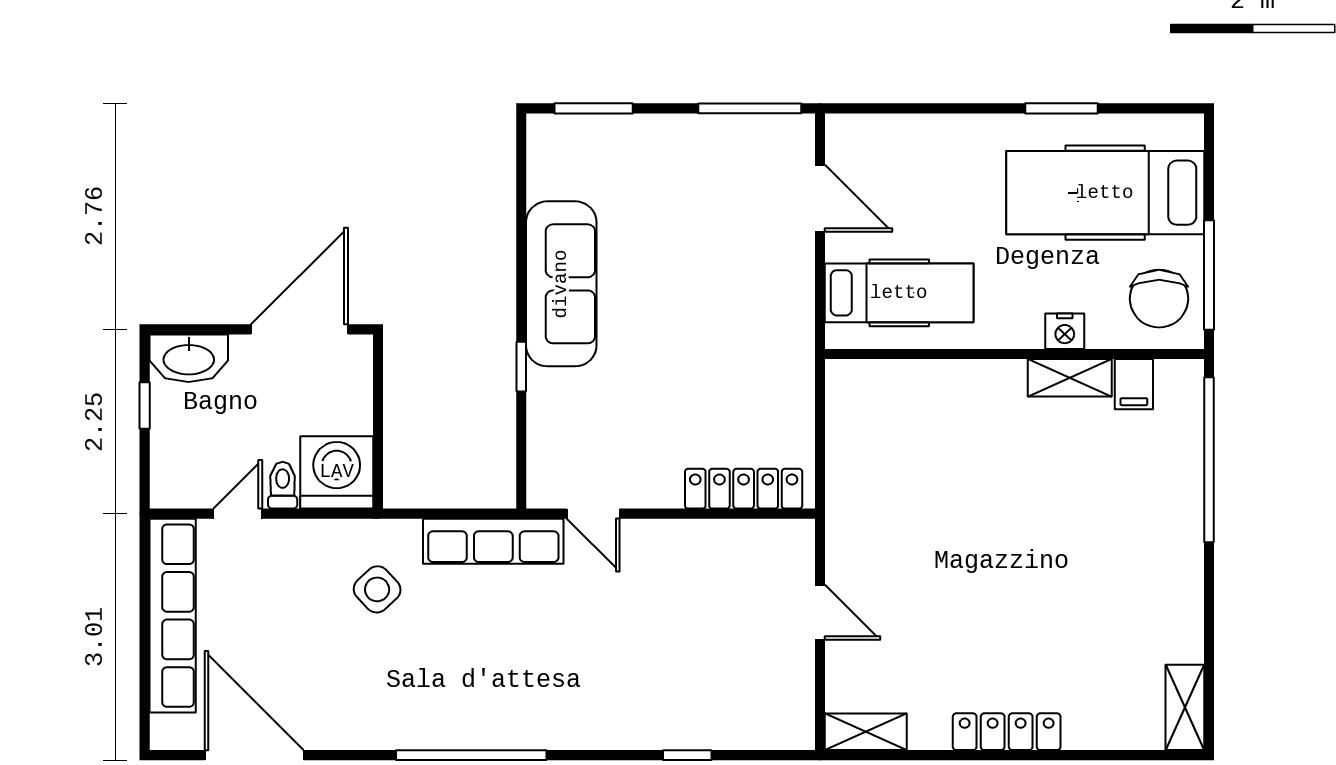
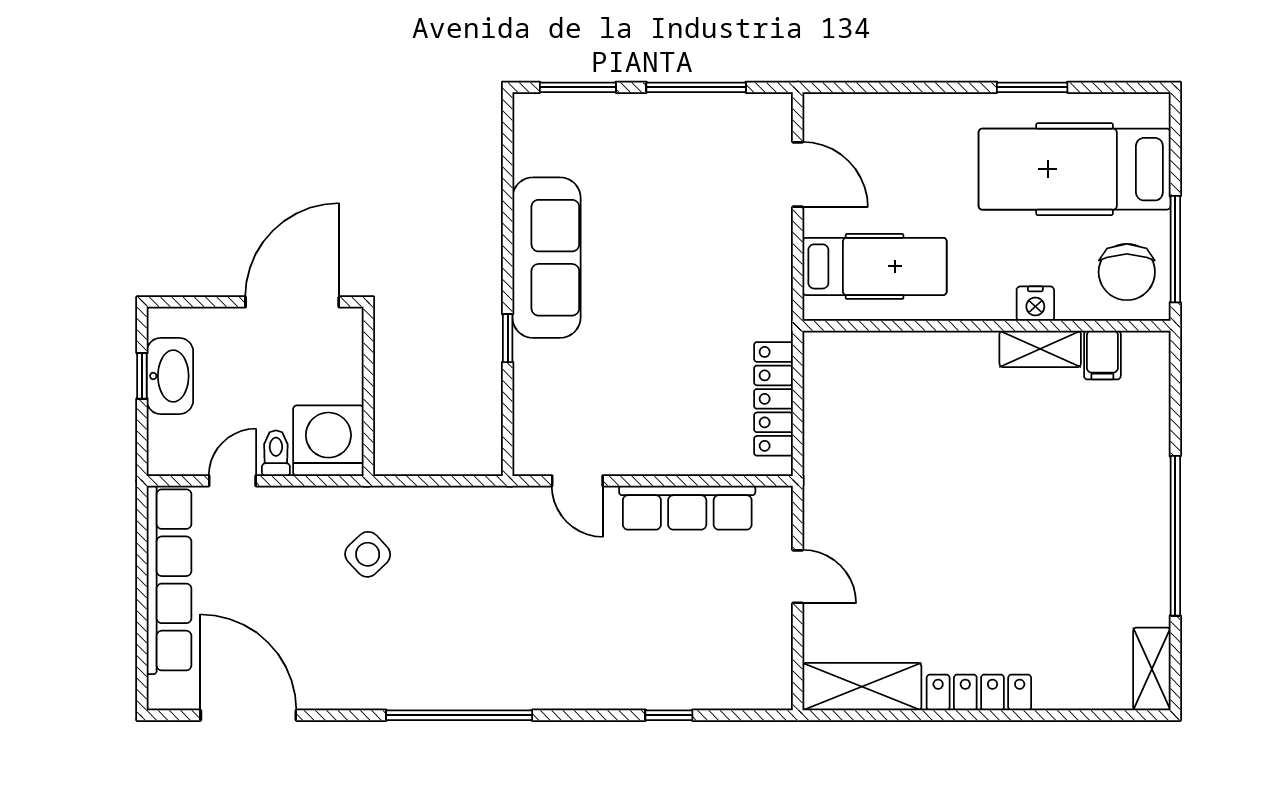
window: (750, 108) -> (696, 87), moved
washbasin: (189, 358) -> (170, 376), moved, turned -90
window: (1209, 460) -> (1175, 536), moved
locker: (744, 489) -> (774, 399), moved, turned -90
row of seats: (493, 541) -> (687, 508), moved
shelving: (866, 732) -> (862, 687), width x1.50, depth x1.33

